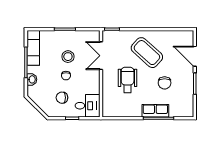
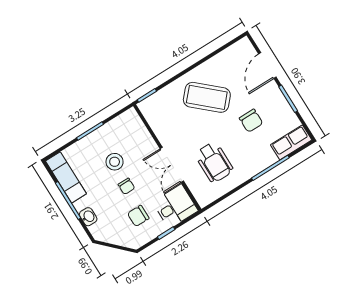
double door: (101, 56) -> (172, 165), moved
door: (195, 56) -> (267, 66), hinge flipped
wheelchair: (128, 80) -> (214, 162), moved, turned 180
row of seats: (155, 111) -> (291, 142), moved

